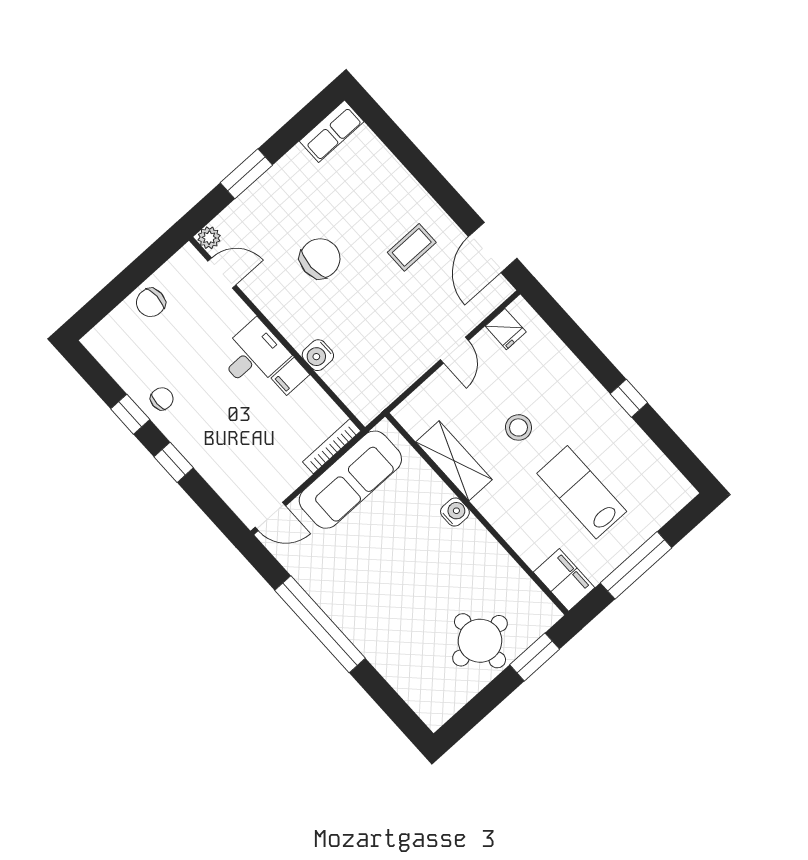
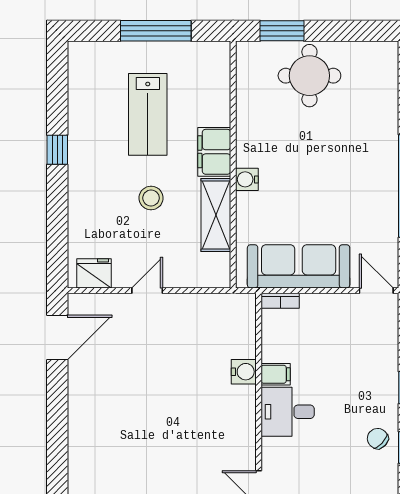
coffee table: (412, 247) -> (113, 388), removed
chair: (320, 258) -> (182, 437), removed
fridge: (506, 329) -> (94, 273), width x1.38
chair: (162, 399) -> (378, 439), turned 43
bookcase: (332, 446) -> (280, 301), width x0.64
filing cabinet: (564, 580) -> (214, 152), moved

